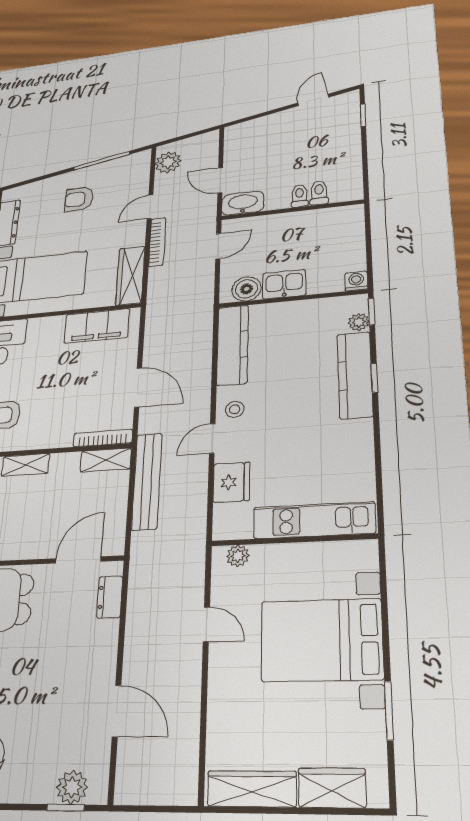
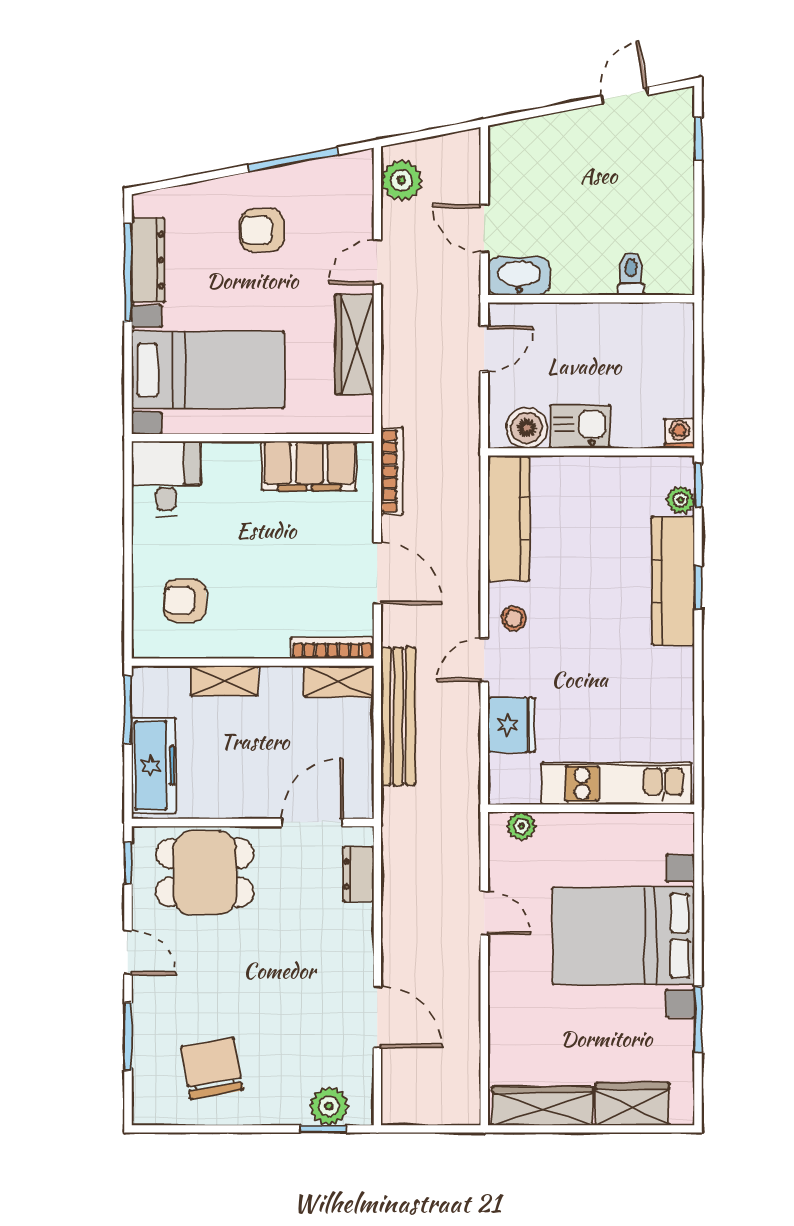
toilet: (300, 196) -> (603, 275), removed
bookcase: (157, 242) -> (392, 471), moved
wardrobe: (130, 276) -> (354, 344), moved

